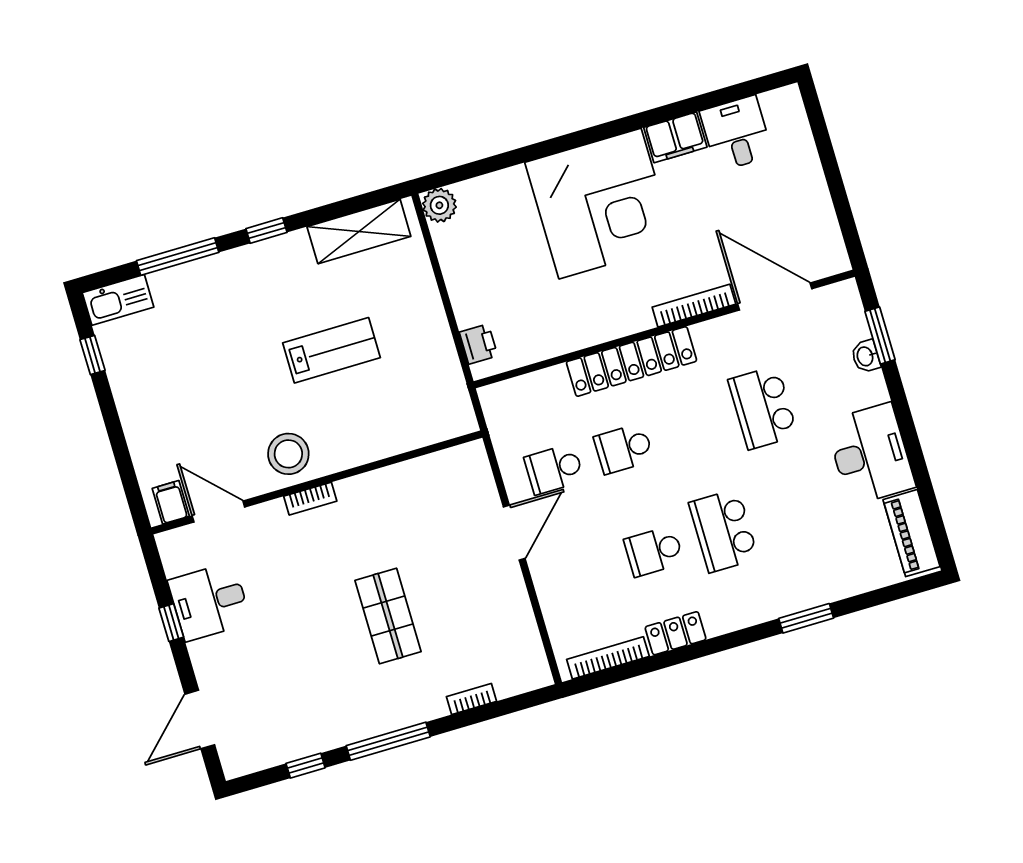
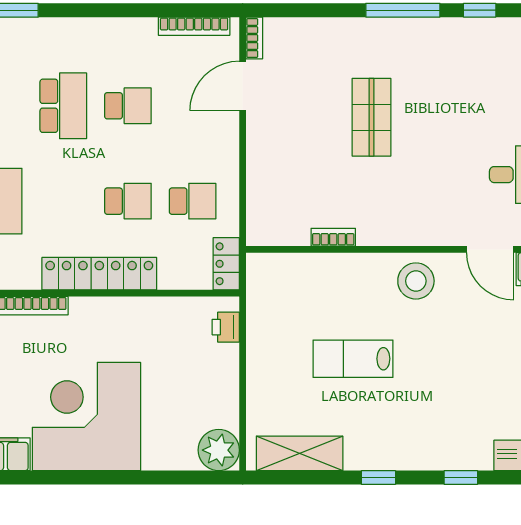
plant: (439, 205) -> (219, 450), width x1.36, depth x1.36
window: (178, 257) -> (461, 477), width x0.46
bookcase: (310, 499) -> (333, 237), moved
door: (514, 533) -> (243, 86), moved
locker: (676, 633) -> (226, 264), moved, turned 90
bookcase: (472, 699) -> (254, 38), moved, turned -90

